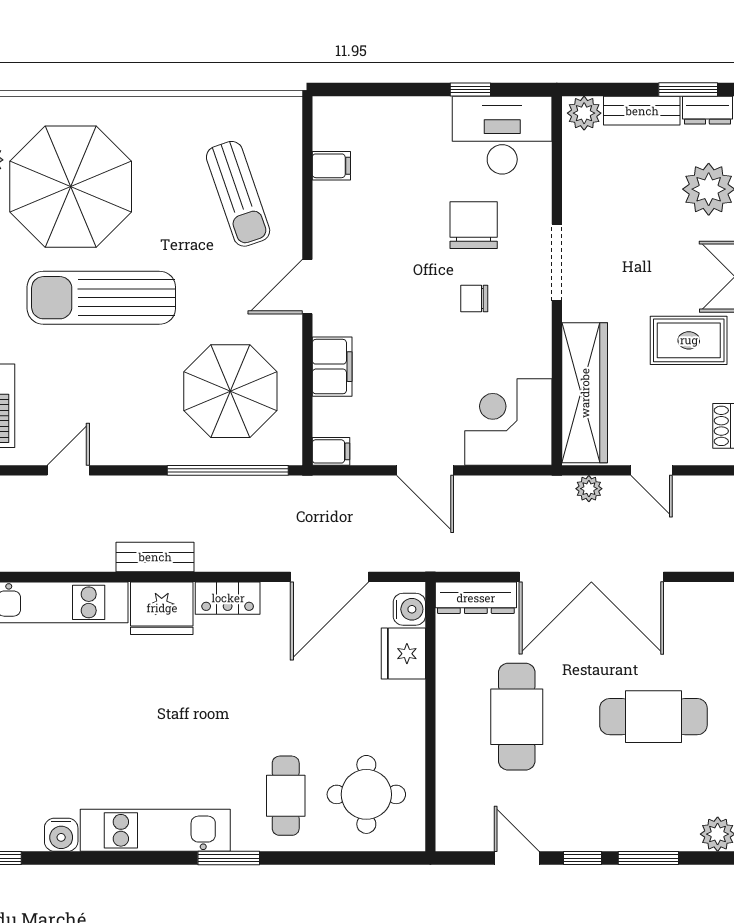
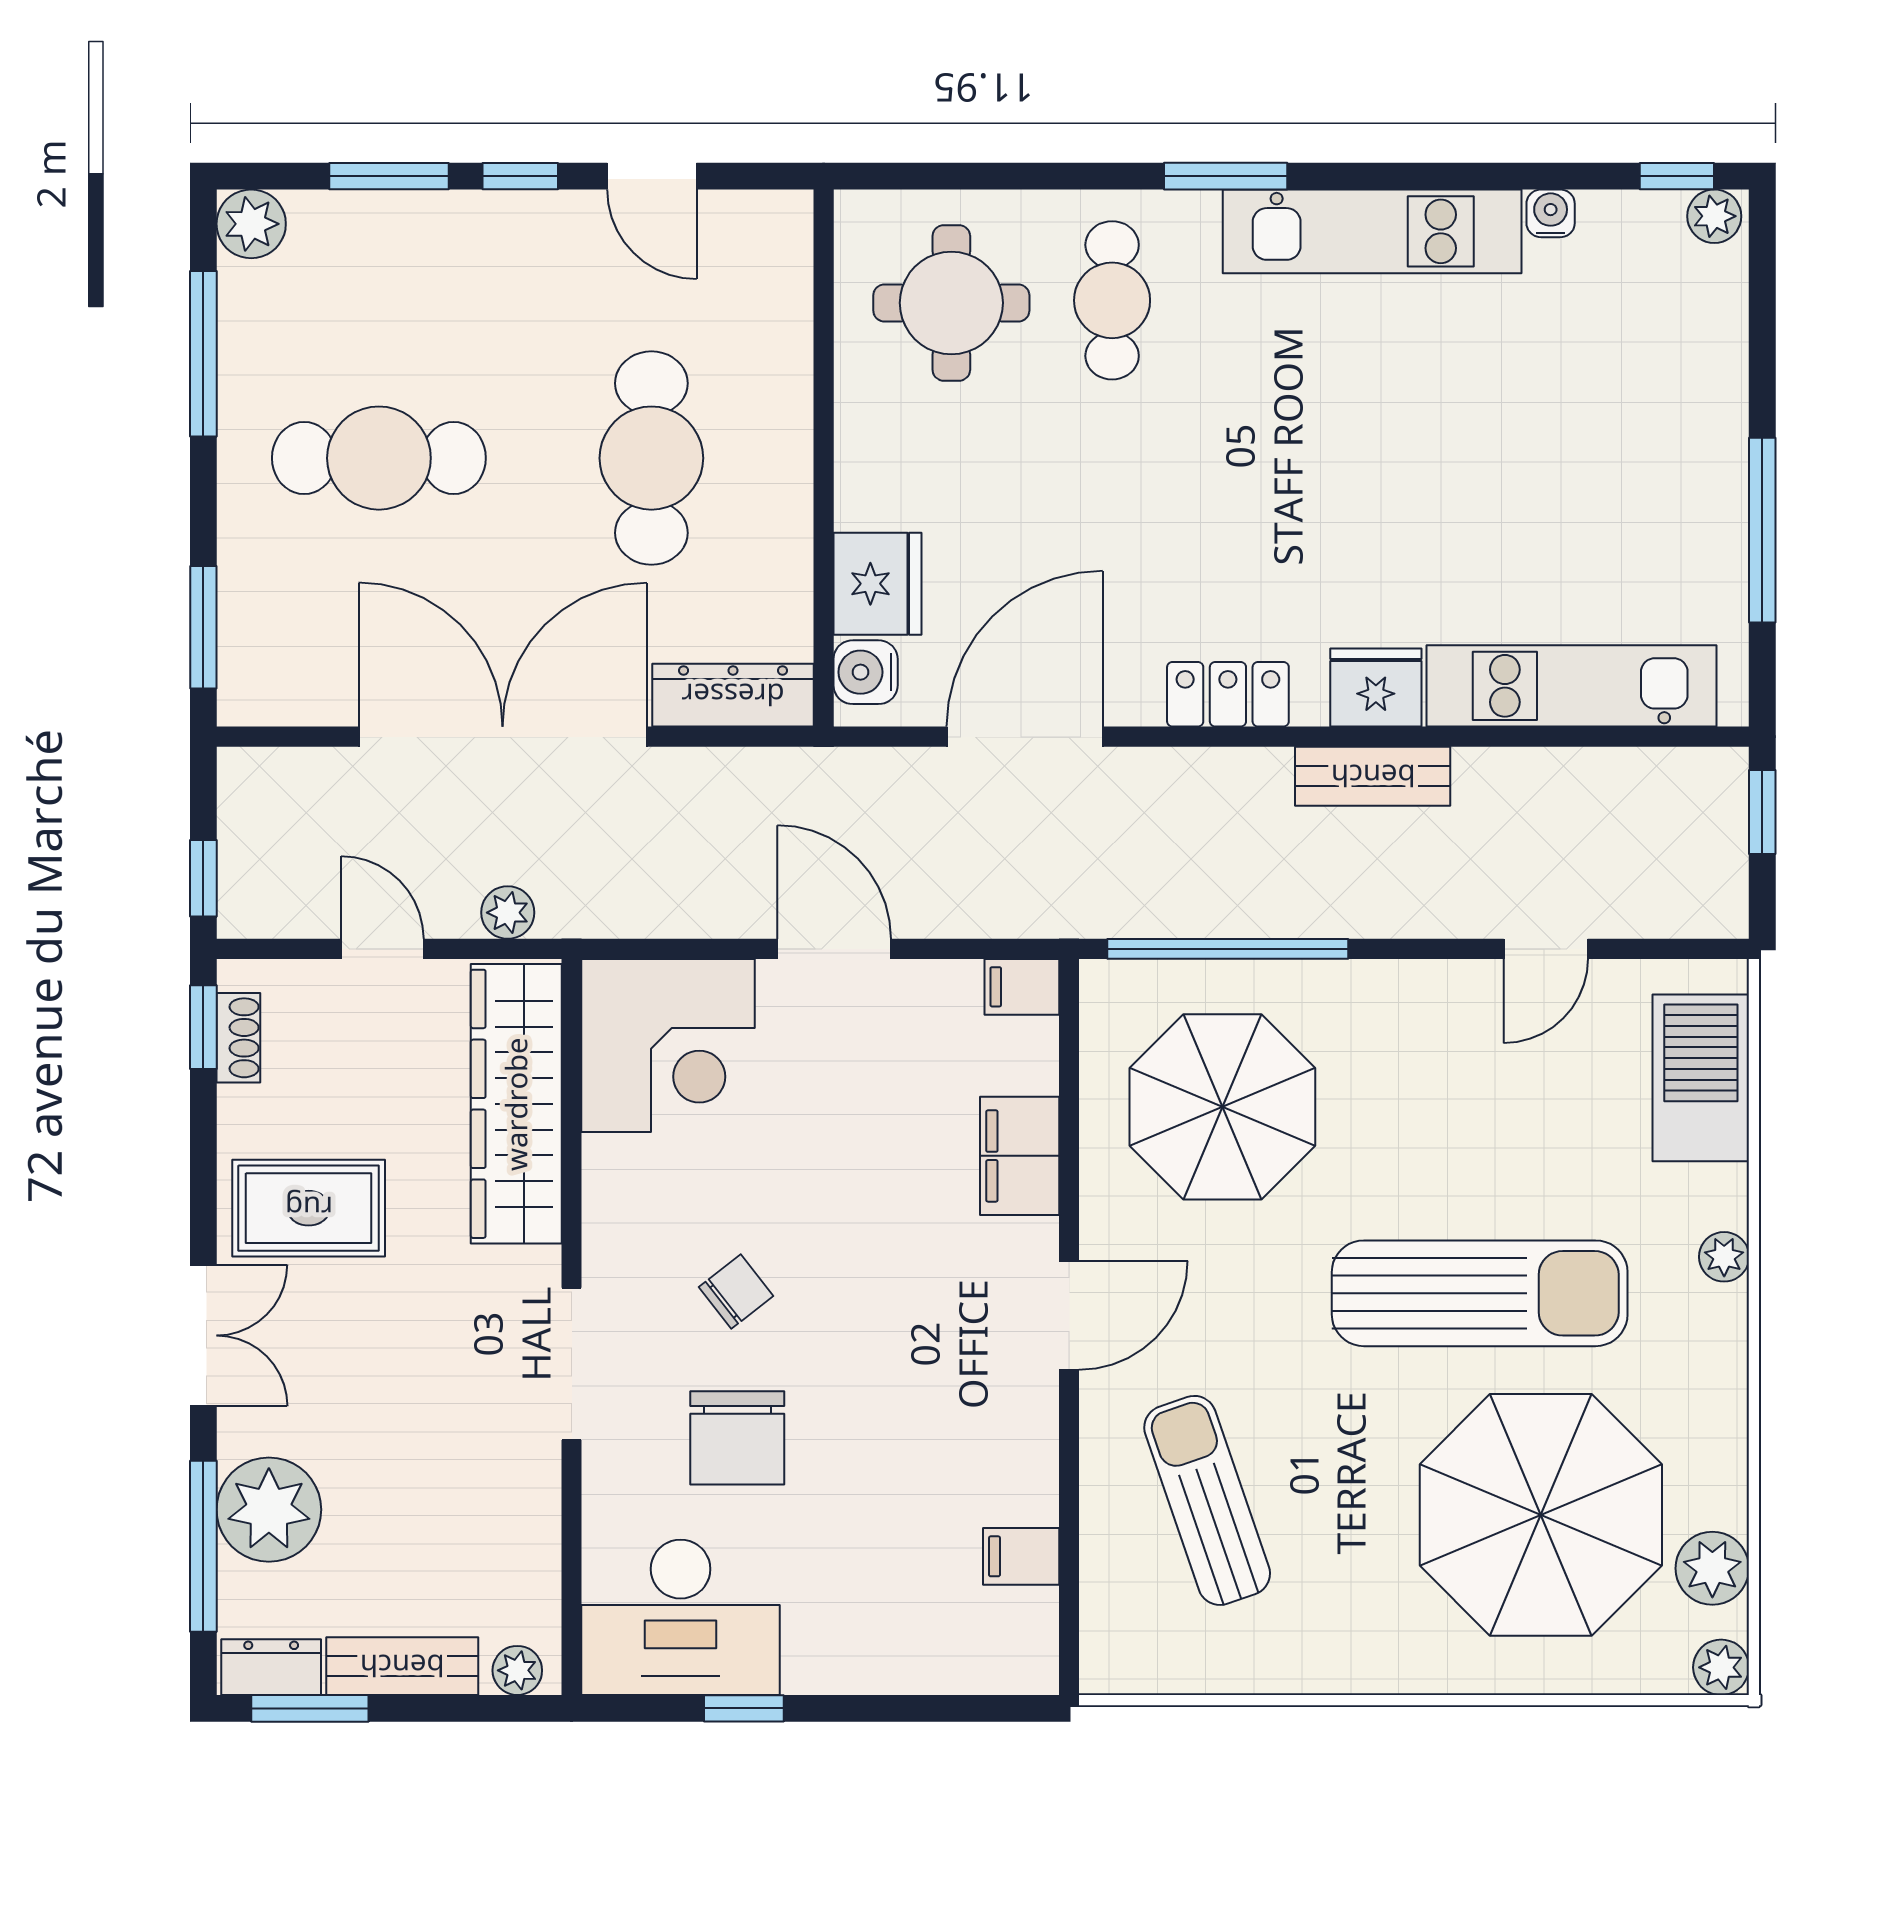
plant: (584, 113) -> (517, 1670), width x0.73, depth x0.73
chair: (474, 299) -> (736, 1292), turned -38
fridge: (162, 608) -> (1376, 687), width x0.73, depth x0.75
water cooler: (61, 835) -> (1551, 213), width x0.72, depth x0.72

